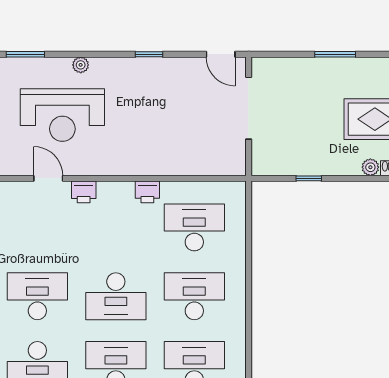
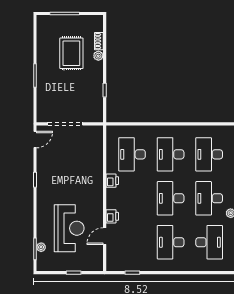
plant: (81, 65) -> (41, 247), moved
desk: (116, 296) -> (171, 198), turned 180

